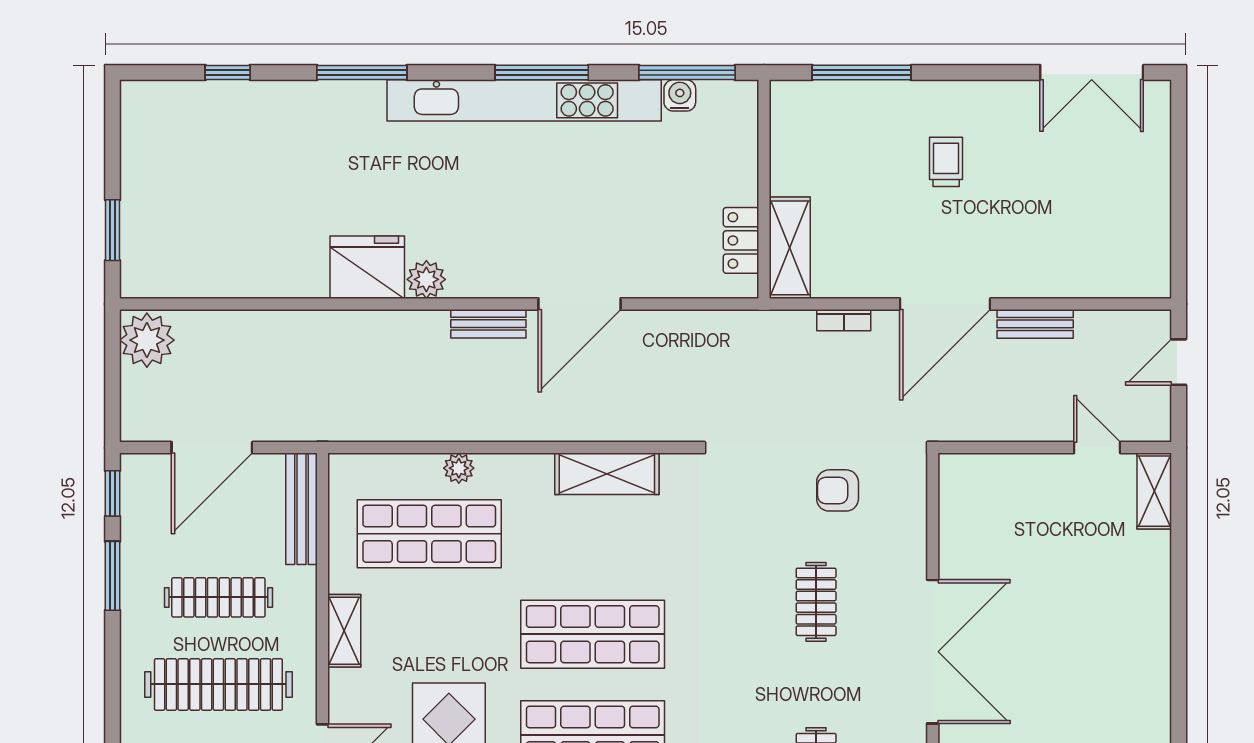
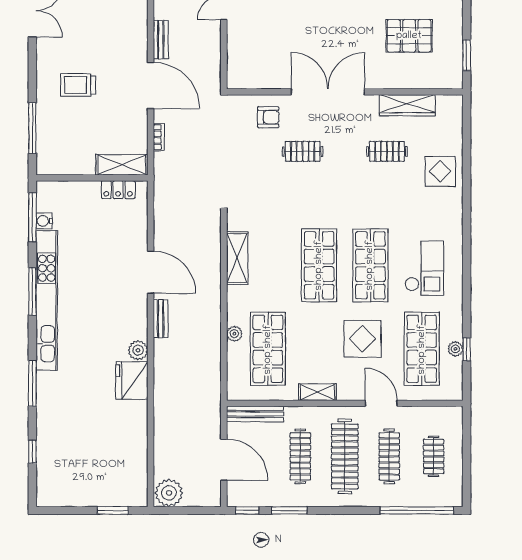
trolley: (946, 162) -> (78, 85), width x1.36, depth x1.39
armchair: (838, 490) -> (268, 117), moved, turned -90

